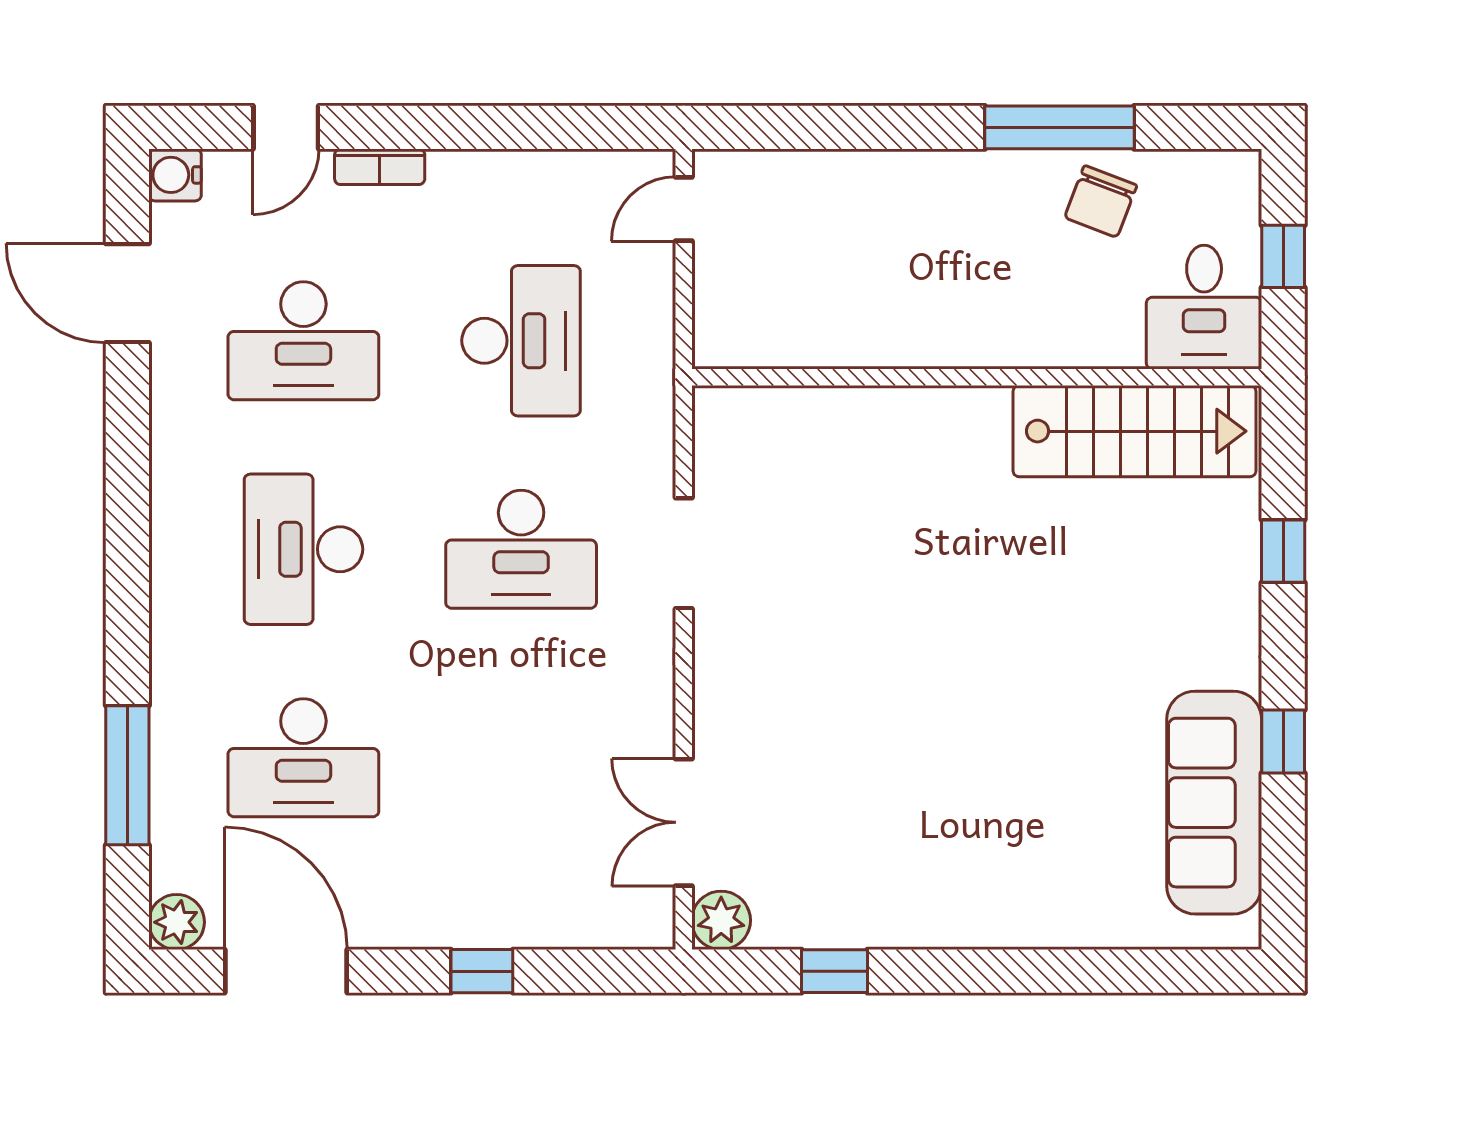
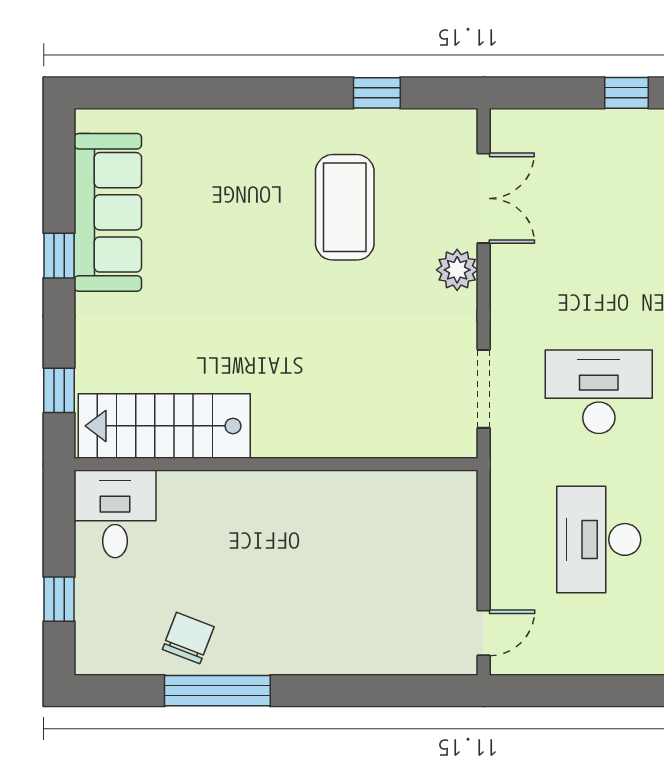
desk: (1204, 307) -> (115, 514), moved
wall: (977, 377) -> (276, 464), moved
stairs: (1135, 431) -> (164, 426), moved
coffee table: (880, 810) -> (345, 207), added
plant: (721, 920) -> (457, 270), moved

